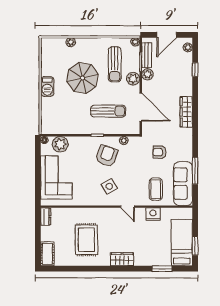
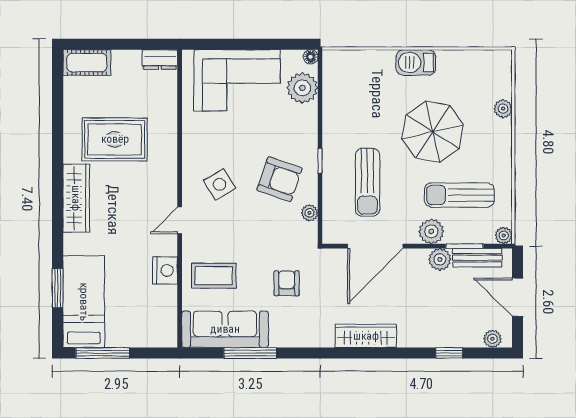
bed: (182, 243) -> (84, 302), moved, turned -90
window: (195, 246) -> (103, 353), width x1.44
wardrobe: (122, 259) -> (76, 198), width x1.50

